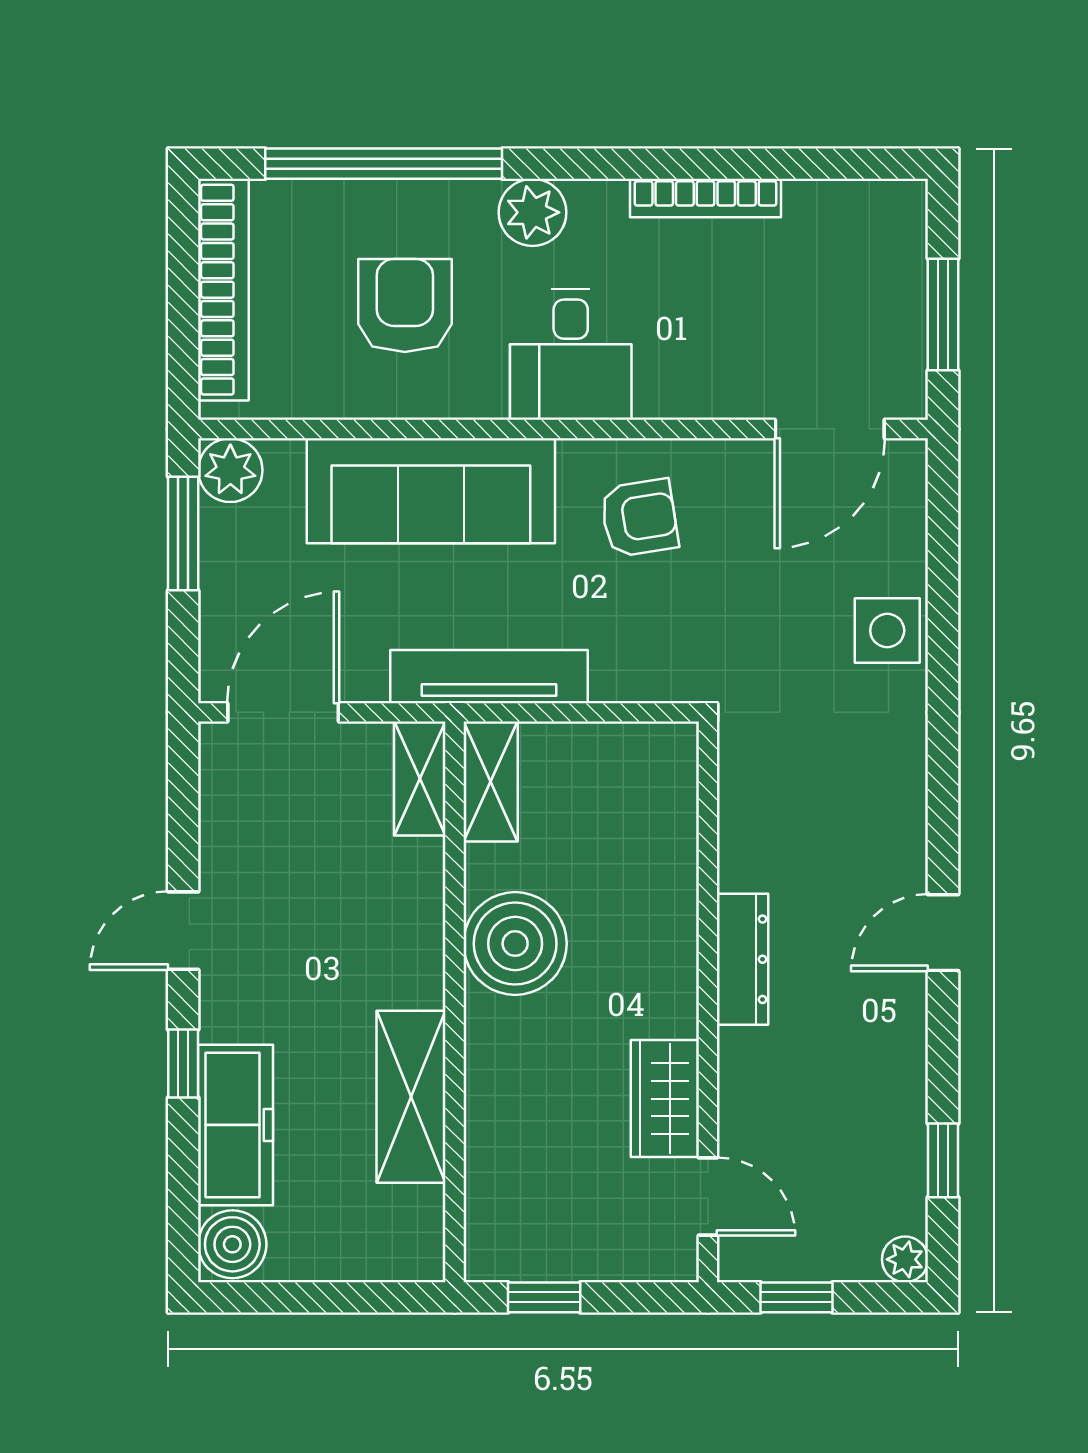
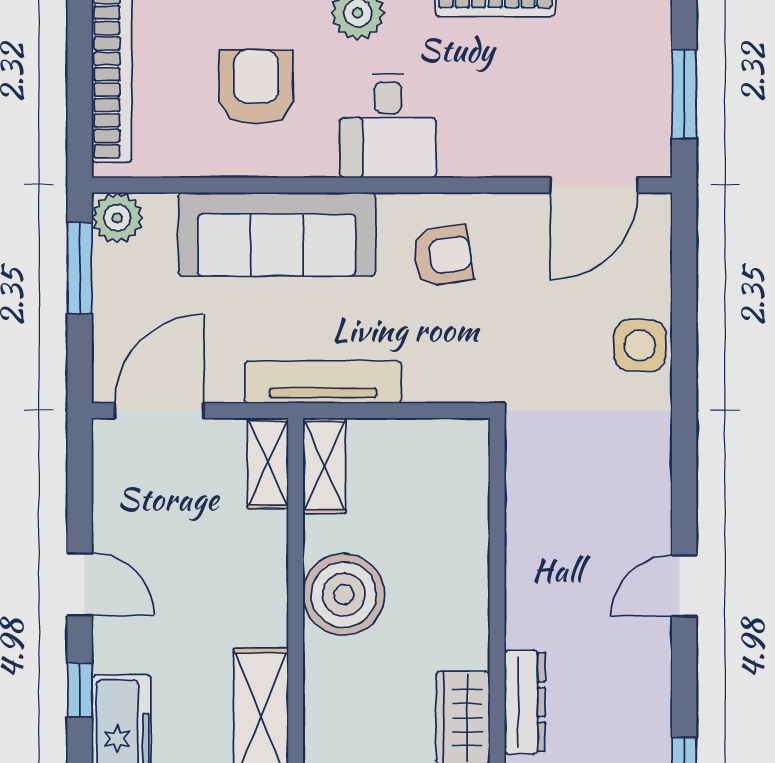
door: (183, 931) -> (80, 584), swing flipped
dresser: (742, 959) -> (525, 702), moved

